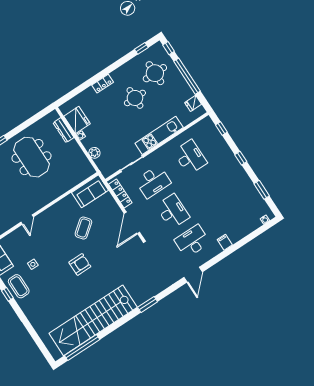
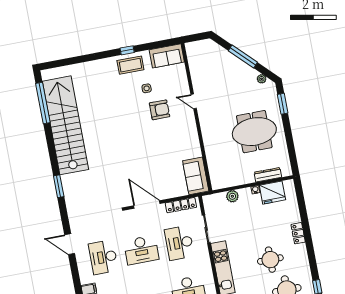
coffee table: (83, 228) -> (162, 154), removed
desk: (192, 241) -> (103, 257), turned 180
armchair: (80, 264) -> (159, 110), moved, turned -90

